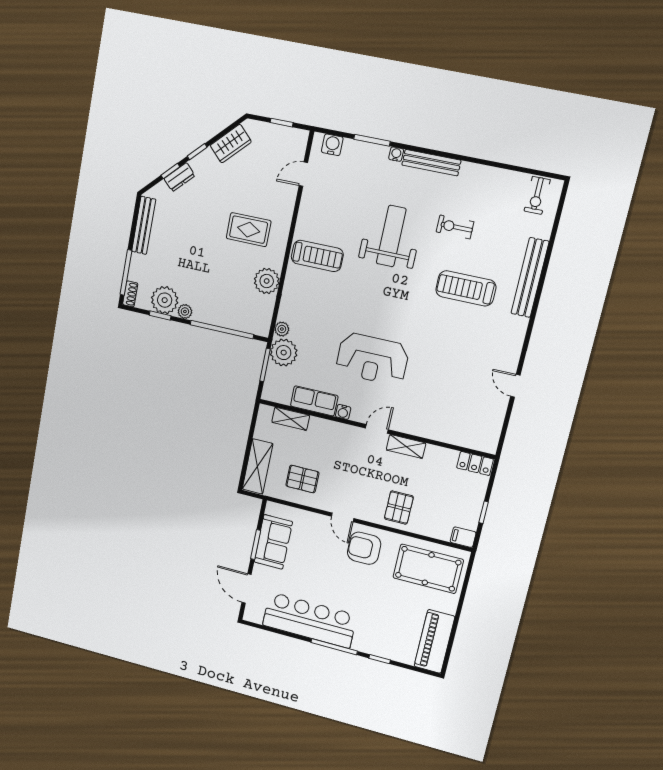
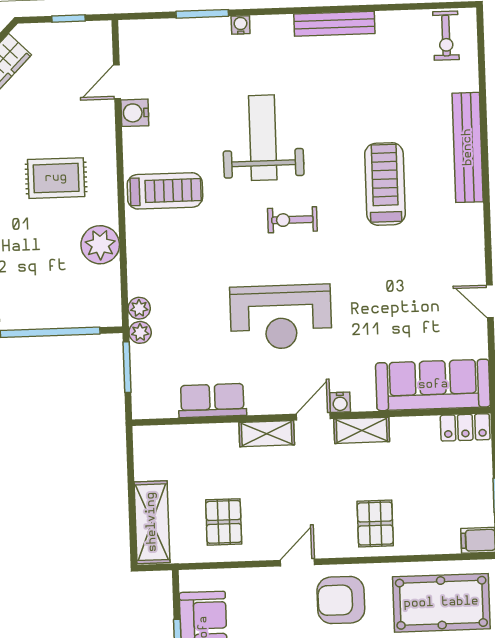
water cooler: (332, 145) -> (135, 113), moved, turned -90
bench: (431, 163) -> (334, 24), moved
exercise bike: (455, 227) -> (292, 220), moved
treadmill: (466, 288) -> (385, 184), turned 90
plant: (284, 353) -> (140, 332), width x0.53, depth x0.53
water cooler: (343, 412) -> (340, 402), moved
shelving: (291, 419) -> (267, 434), moved
sofa: (461, 430) -> (433, 385), added
pallet: (302, 479) -> (224, 522), turned 90
door: (343, 517) -> (297, 563), swing flipped

